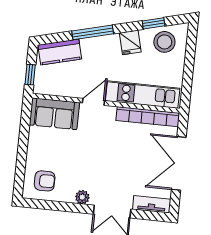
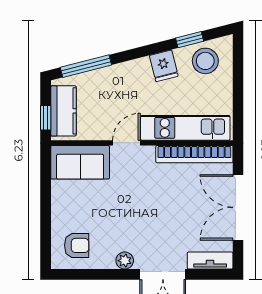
window: (93, 32) -> (86, 66), moved
kitchen counter: (60, 52) -> (63, 111), moved, turned -76

